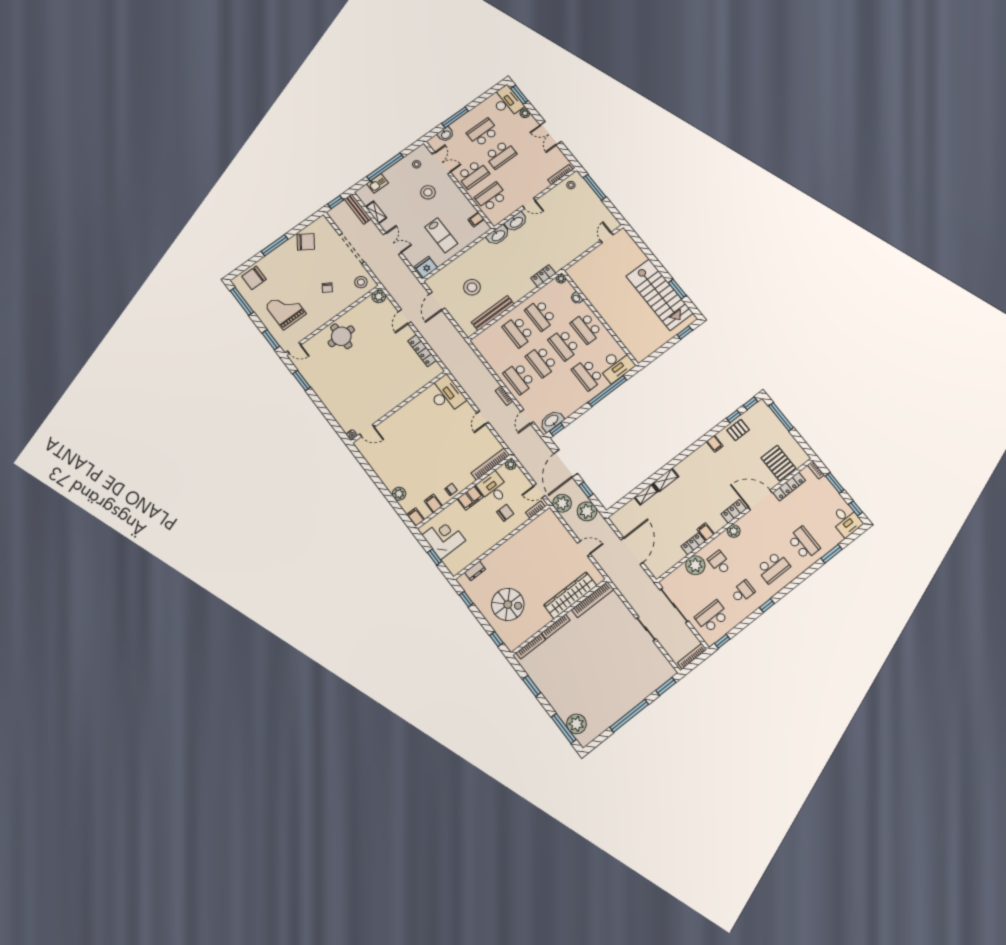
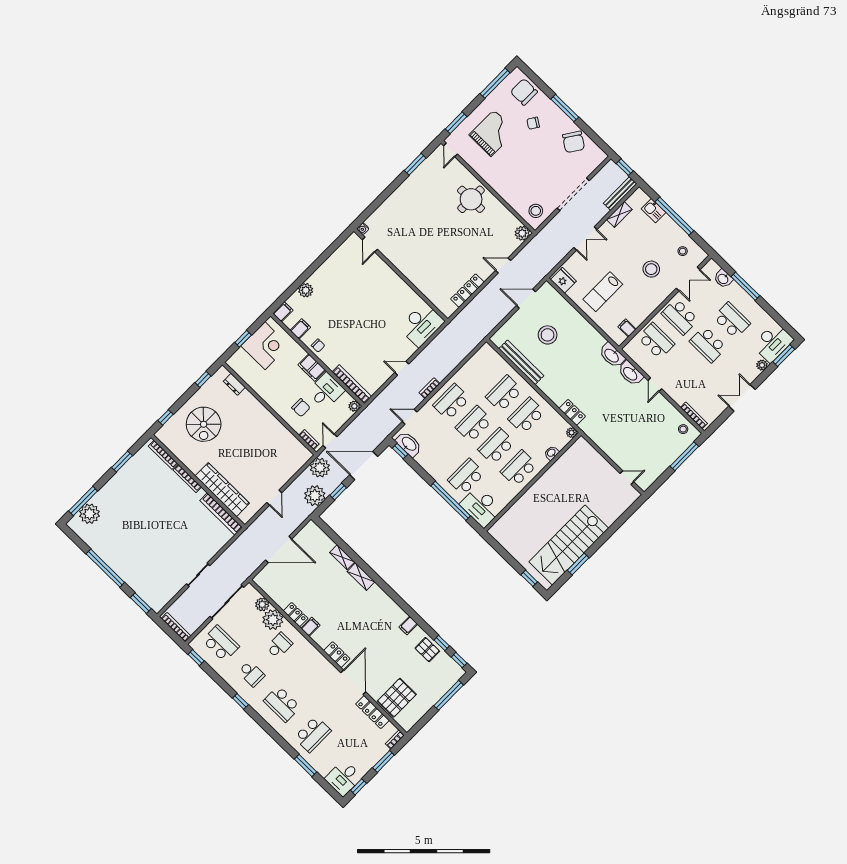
chair: (327, 288) -> (533, 123), moved
plant: (734, 531) -> (262, 604), moved

